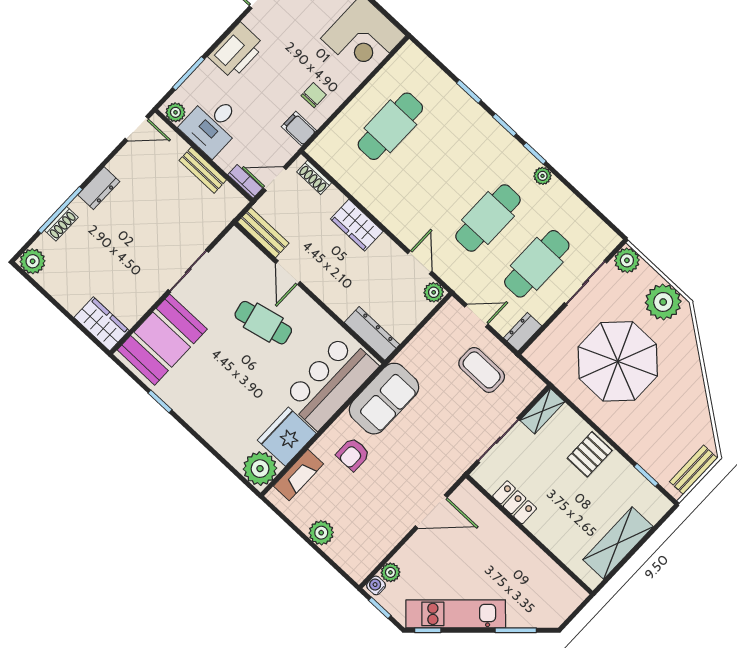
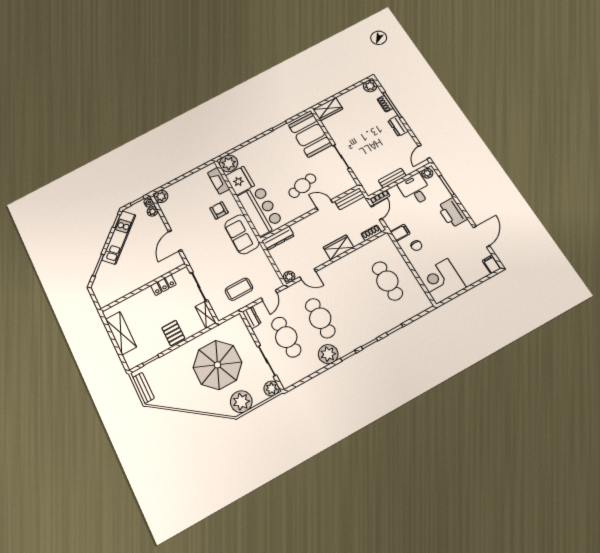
plant: (543, 176) -> (328, 354), width x1.88, depth x1.88
plant: (321, 533) -> (161, 196), moved

